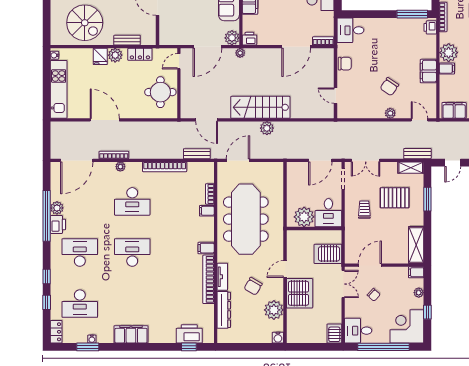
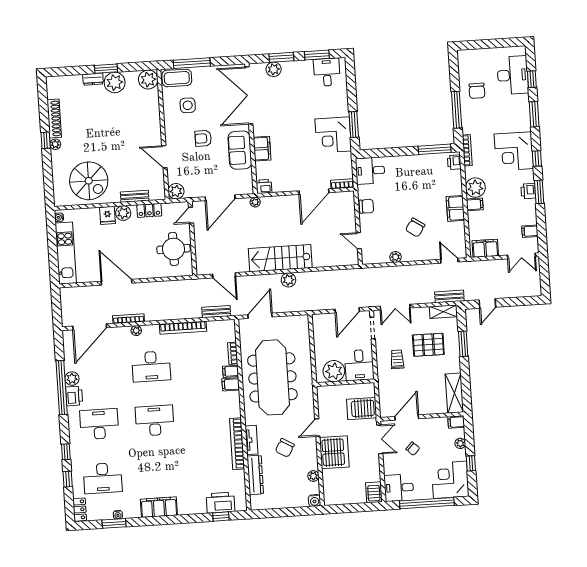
plant: (232, 38) -> (176, 191), moved
plant: (390, 113) -> (396, 257), moved
filing cabinet: (206, 248) -> (231, 384), moved
plant: (274, 310) -> (313, 476), width x0.53, depth x0.53

